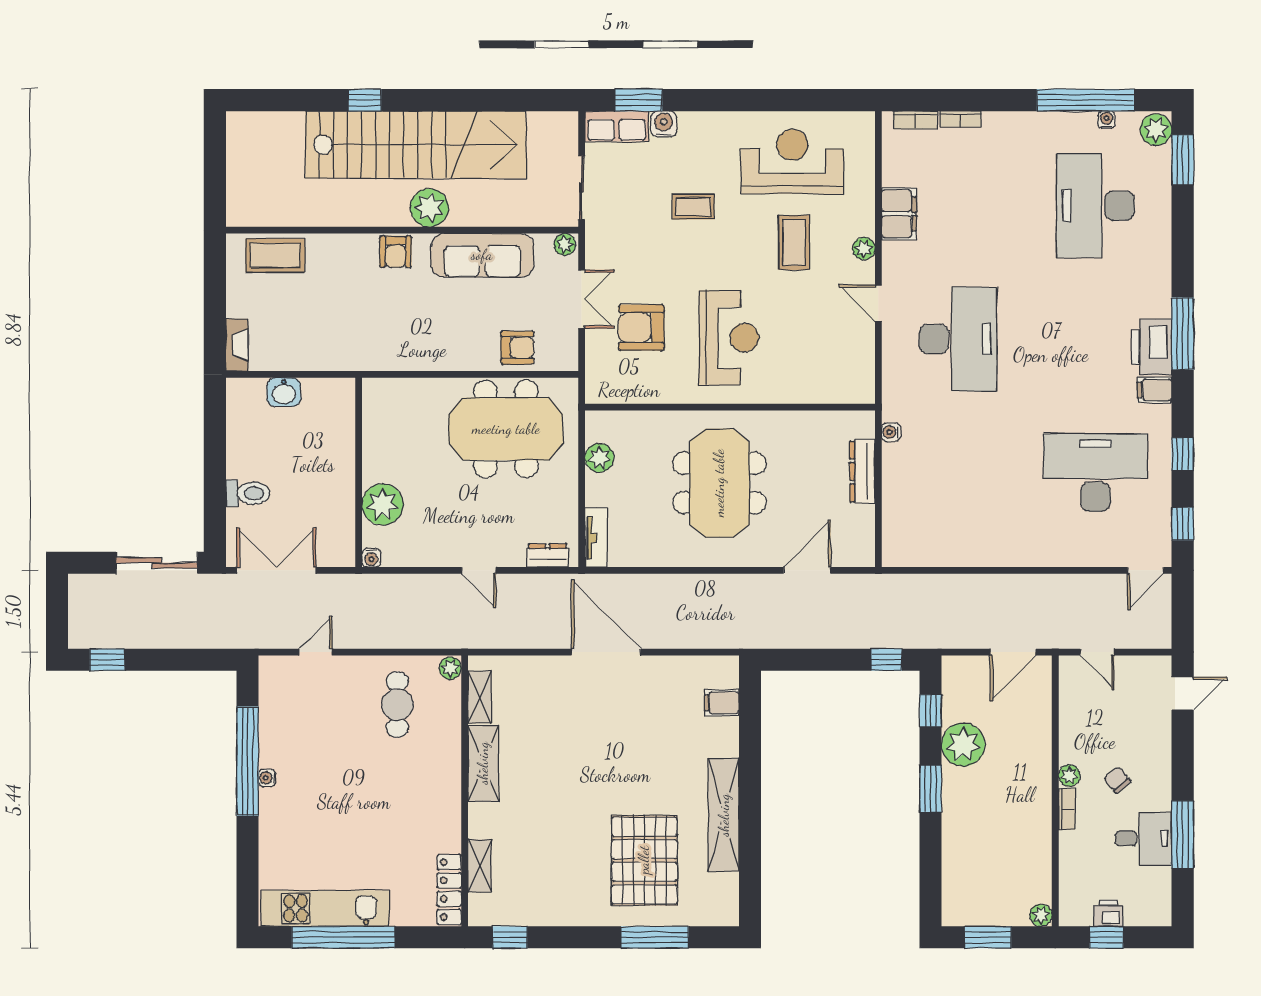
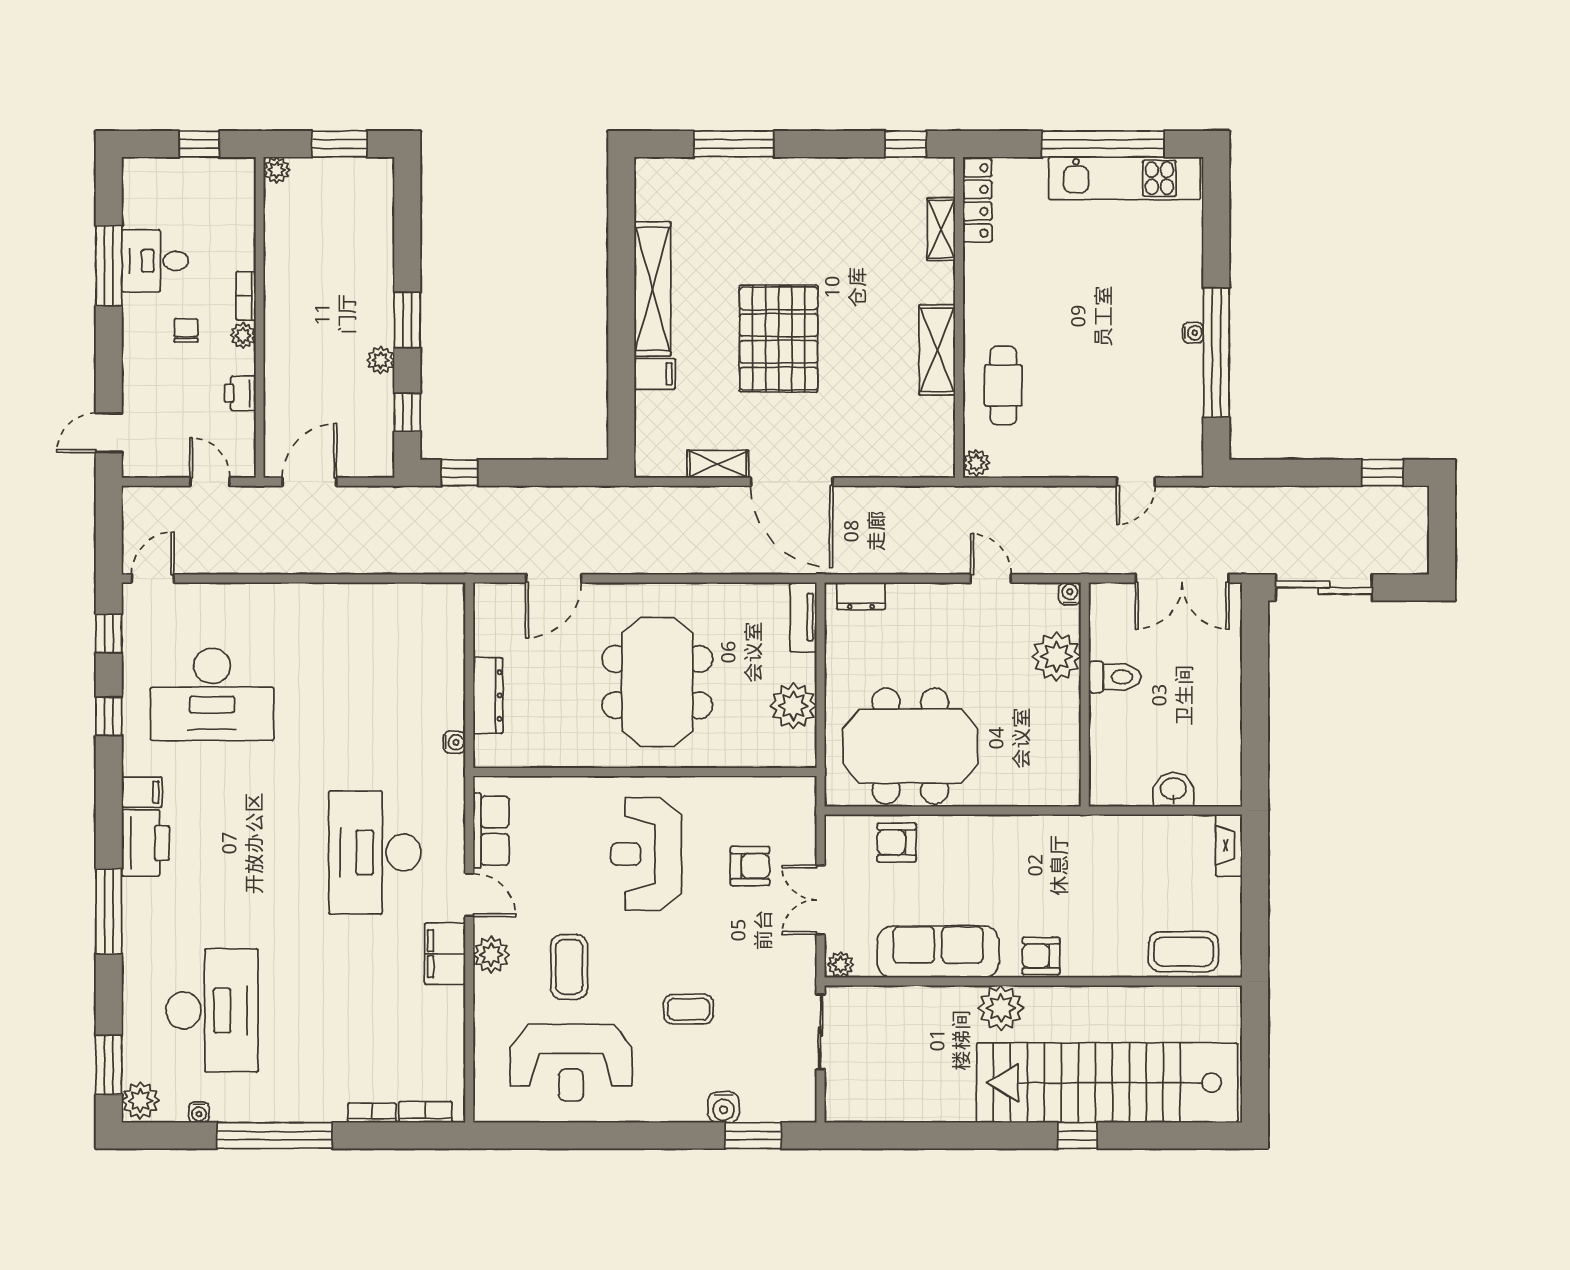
window: (1086, 100) -> (275, 1135), moved
row of seats: (617, 126) -> (491, 831), moved, turned 90
stairs: (416, 145) -> (1107, 1083), moved
filing cabinet: (899, 214) -> (445, 954), moved
plant: (864, 249) -> (491, 955), width x1.38, depth x1.38
armchair: (396, 252) -> (1041, 956), turned -90
armchair: (641, 328) -> (750, 866), width x0.72, depth x0.72
window: (1183, 334) -> (109, 911), moved
plant: (599, 458) -> (793, 706), width x1.36, depth x1.36
toilet: (248, 493) -> (1115, 677), moved, turned 180
door: (479, 570) -> (991, 578), moved
shelving: (480, 697) -> (718, 464), moved, turned 90
filing cabinet: (722, 703) -> (655, 374), moved
cafe table: (397, 705) -> (1003, 385), moved
plant: (963, 745) -> (381, 360), width x0.53, depth x0.53
chair: (1117, 780) -> (186, 330), turned -140
pallet: (644, 860) -> (779, 338), moved
printer: (1108, 913) -> (240, 393), moved, turned 90

